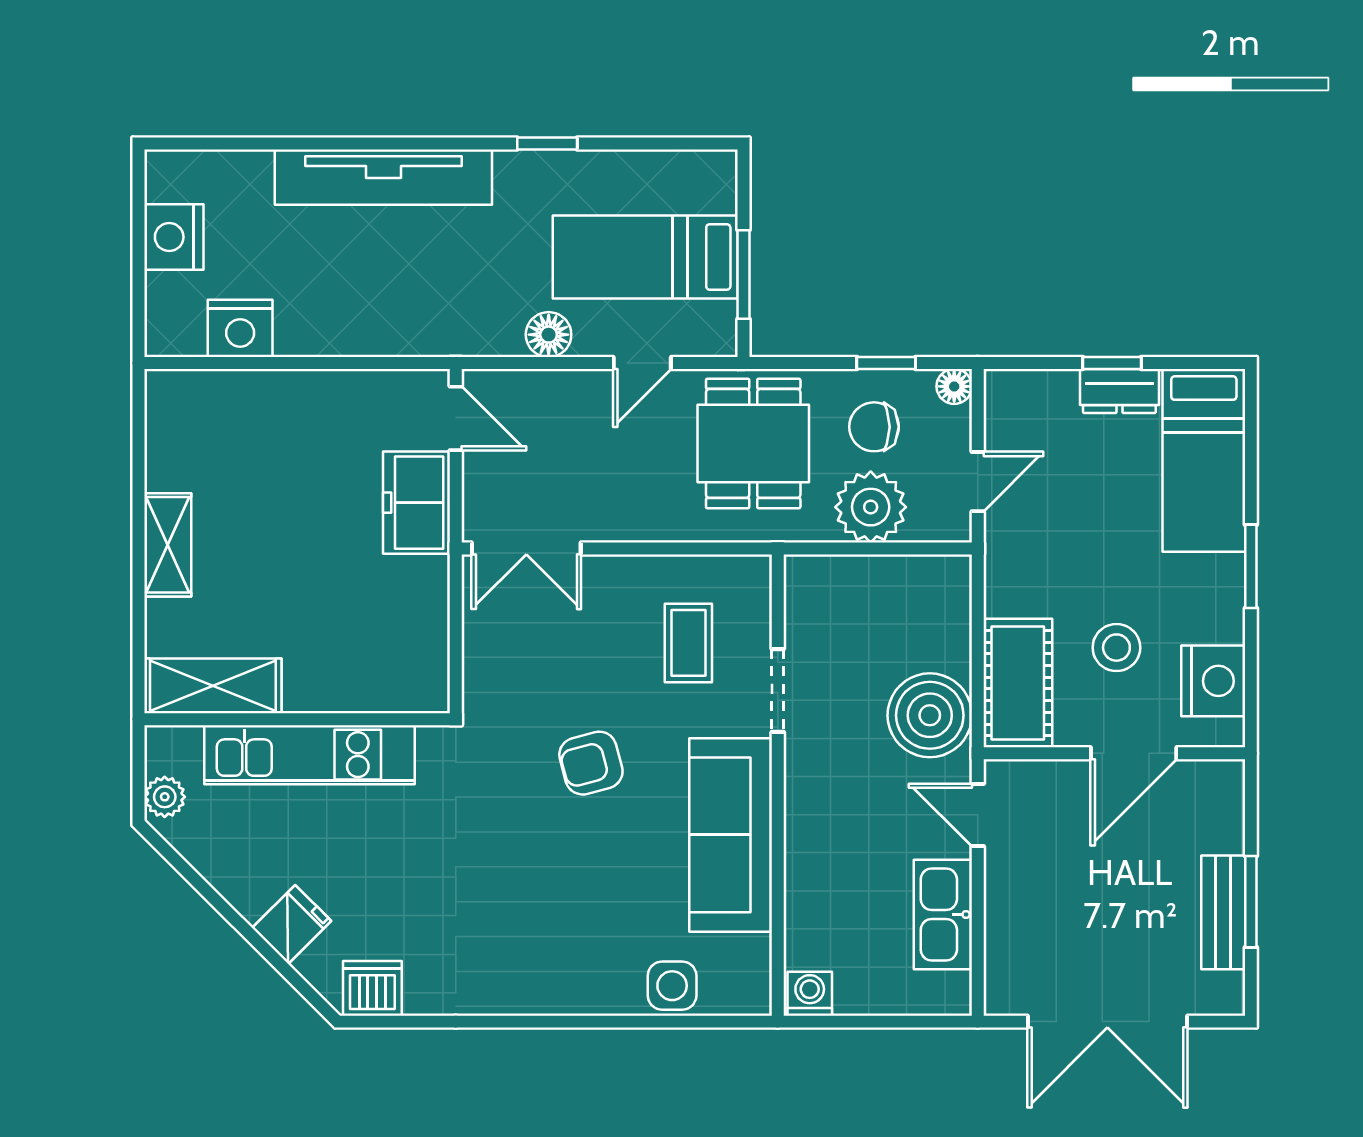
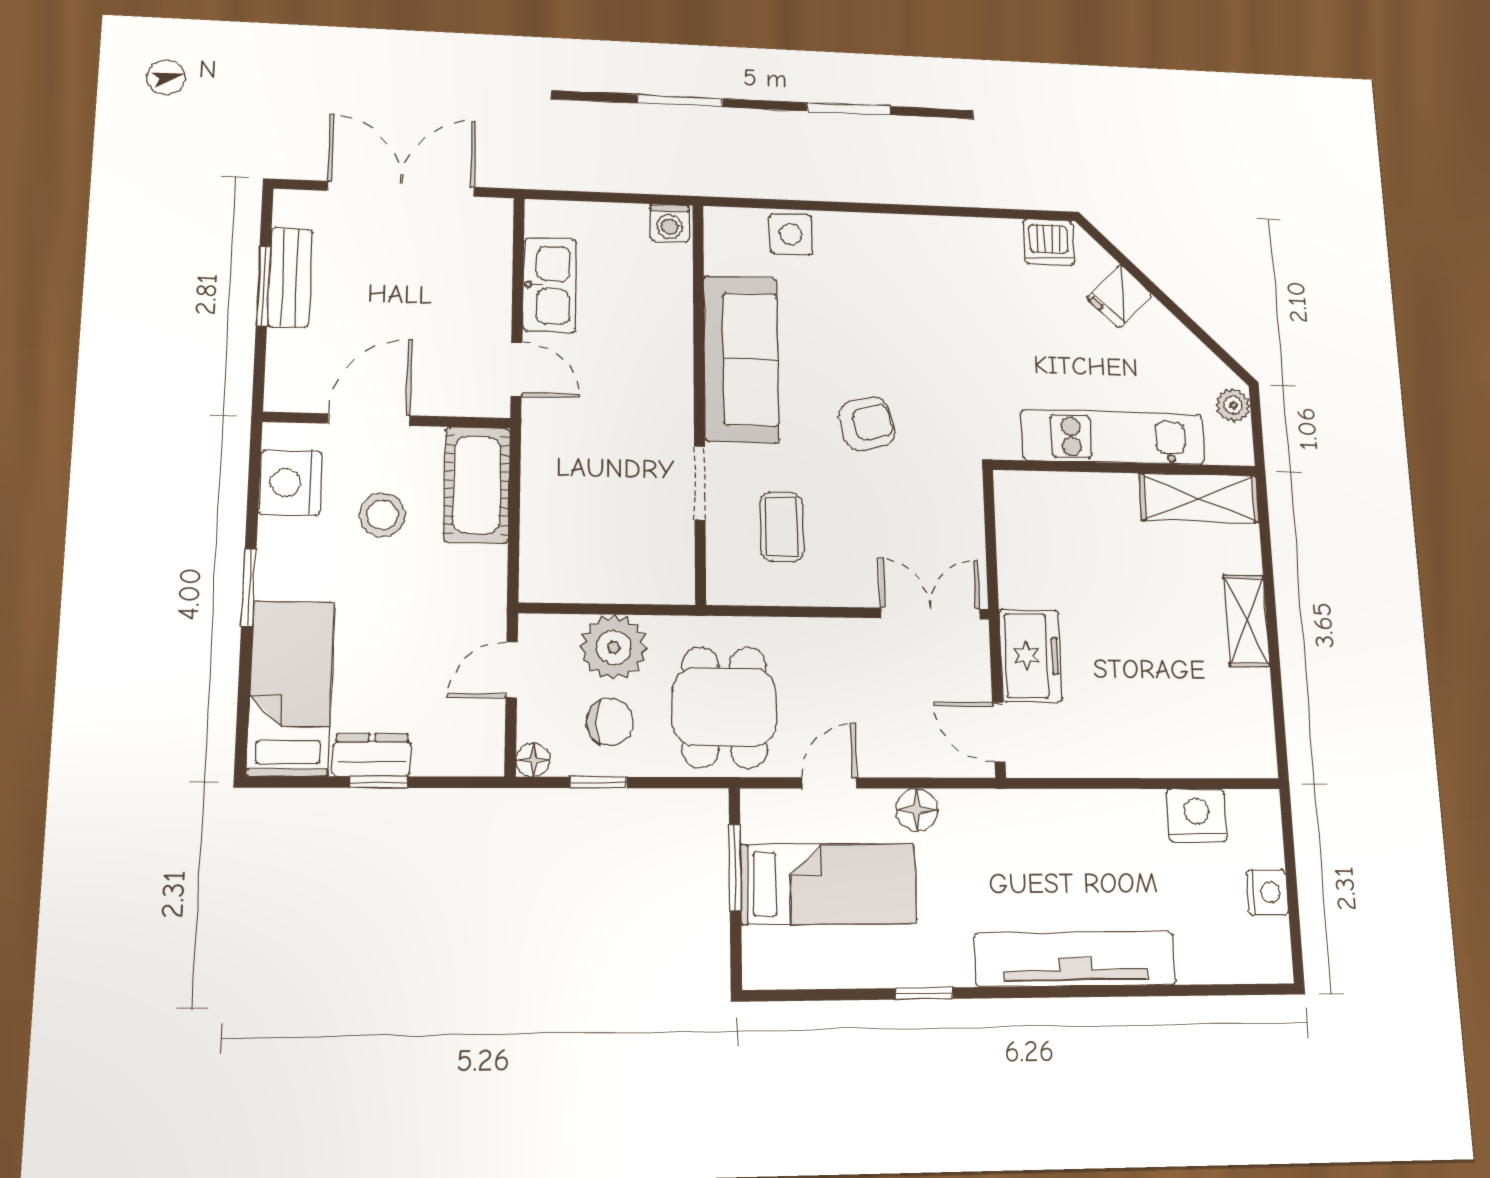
nightstand: (174, 237) -> (1267, 892), width x0.74, depth x0.75
boiler: (930, 715) -> (560, 458), removed

